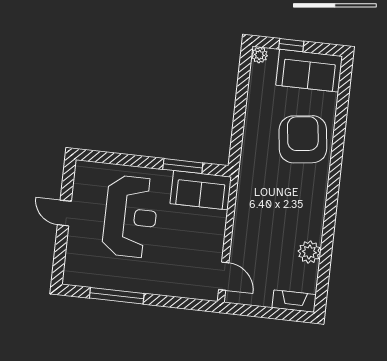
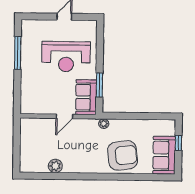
plant: (259, 55) -> (104, 124), moved
door: (224, 276) -> (64, 116), moved
fireplace: (294, 301) -> (25, 160), removed

